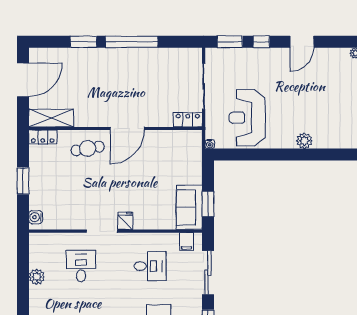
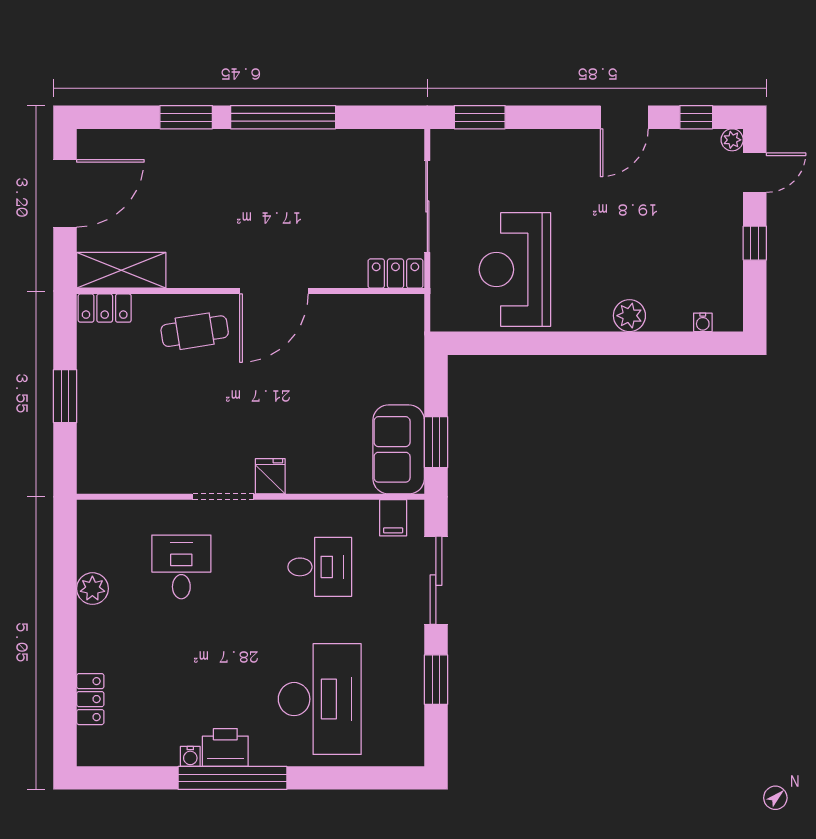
window: (261, 42) -> (696, 117), moved
water cooler: (210, 144) -> (703, 322), moved
water cooler: (36, 217) -> (90, 469), removed

